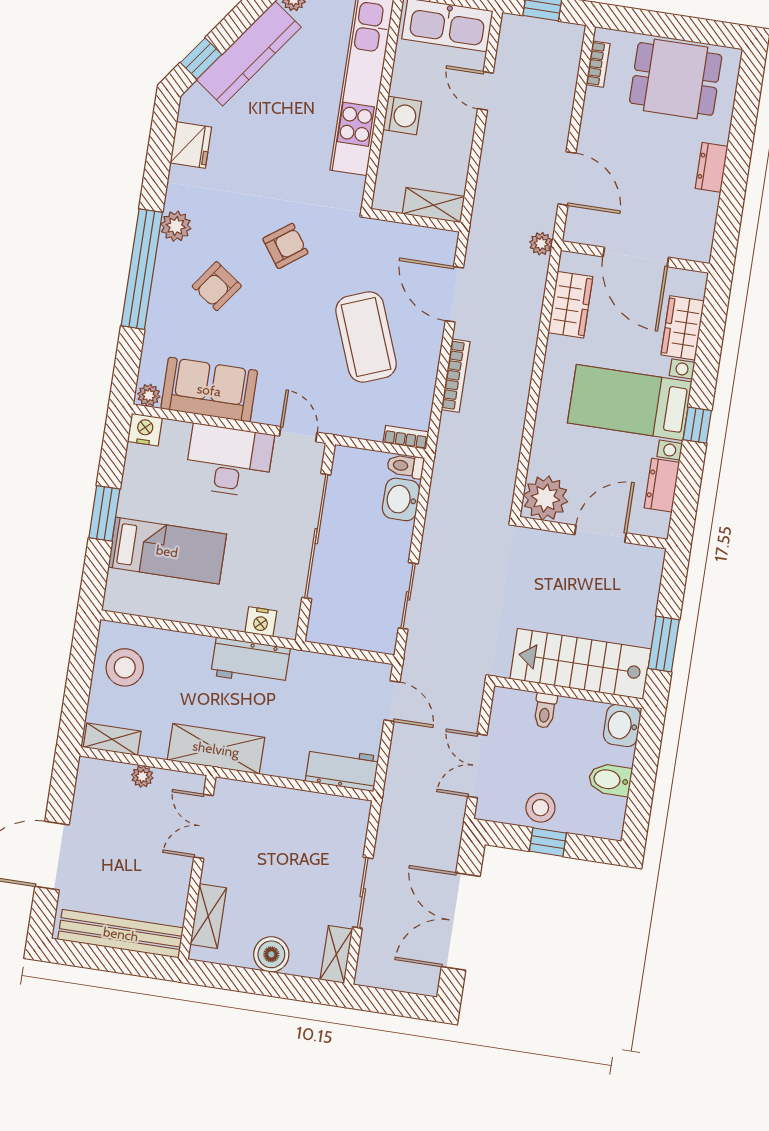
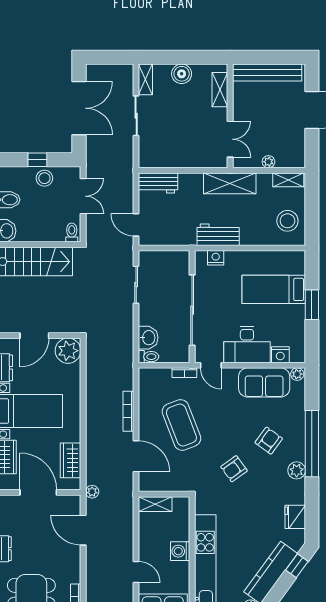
nightstand: (145, 430) -> (280, 355), moved
bookcase: (406, 437) -> (184, 373), moved
toilet: (545, 711) -> (72, 233), moved

